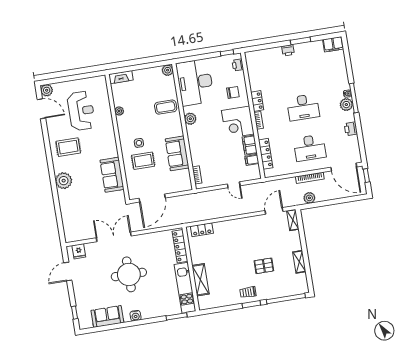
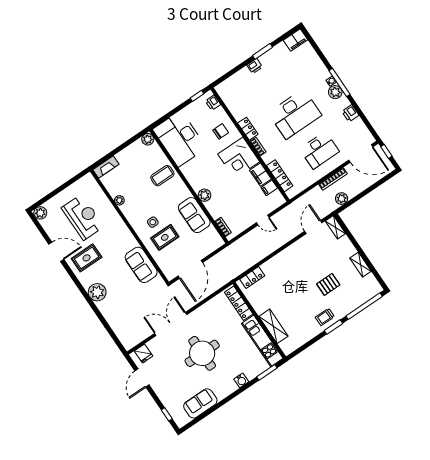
desk: (303, 107) -> (295, 114), width x1.36, depth x1.30
door: (41, 109) -> (56, 252), moved
plant: (190, 119) -> (204, 195), moved
water cooler: (135, 316) -> (241, 380), moved

